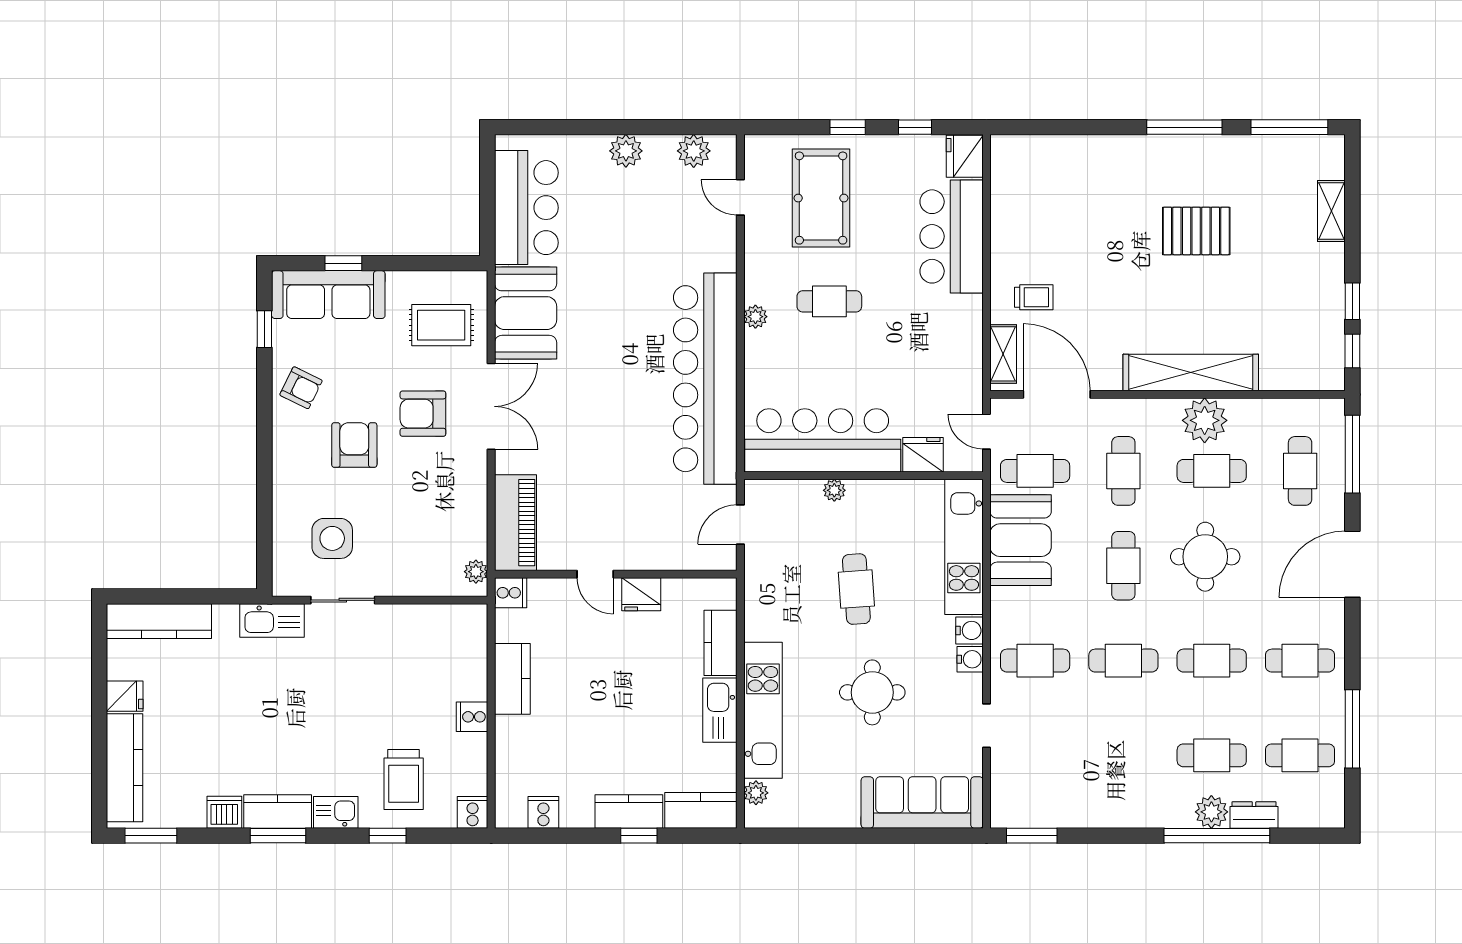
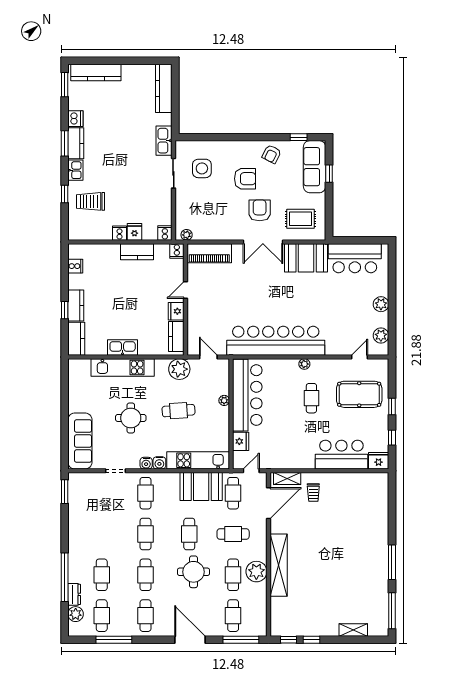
pallet: (1196, 231) -> (344, 568), removed
rug: (441, 325) -> (300, 219), turned 90
cafe table: (1300, 471) -> (233, 616), turned 90
cafe table: (1123, 566) -> (189, 534), turned 90
kitchen counter: (720, 643) -> (176, 336), moved, turned -90
fridge: (125, 696) -> (134, 232), moved, turned 180
plant: (756, 793) -> (179, 369), moved, width x1.88, depth x1.88
cooker: (473, 812) -> (165, 233), moved, turned -90
plant: (1211, 812) -> (76, 614), moved

